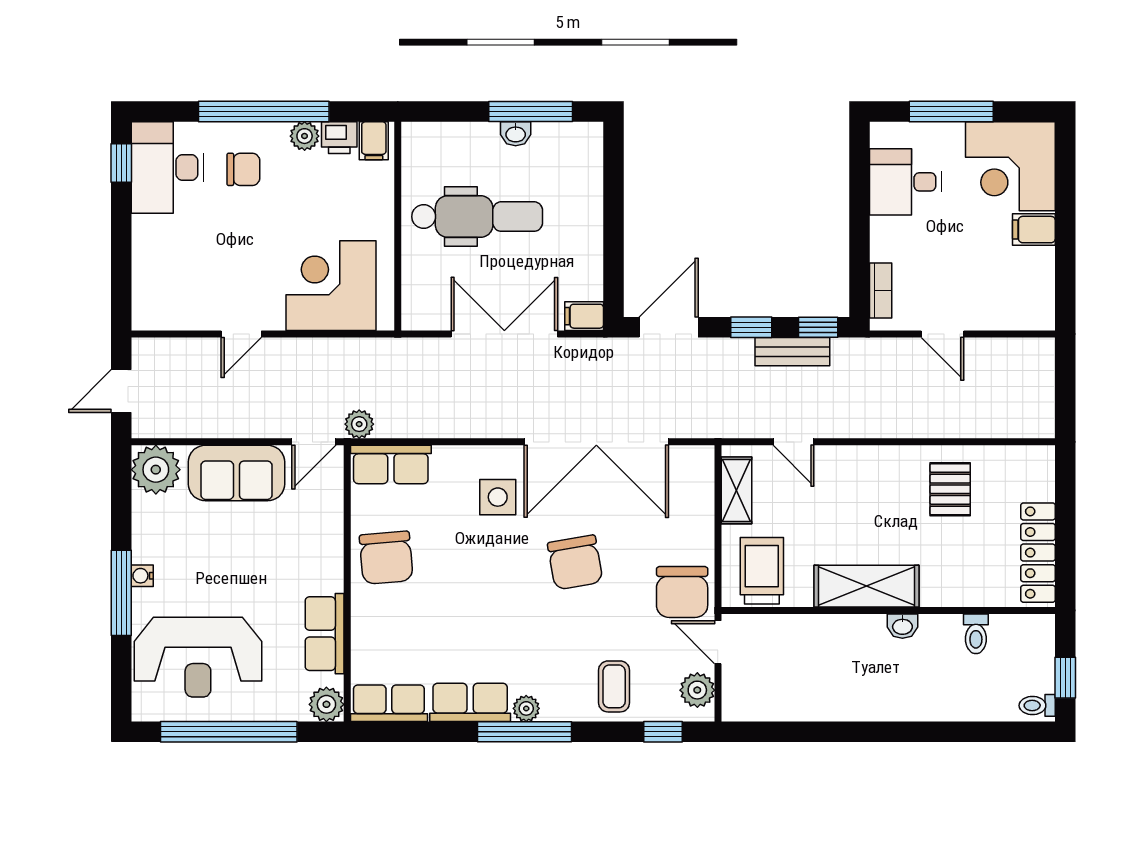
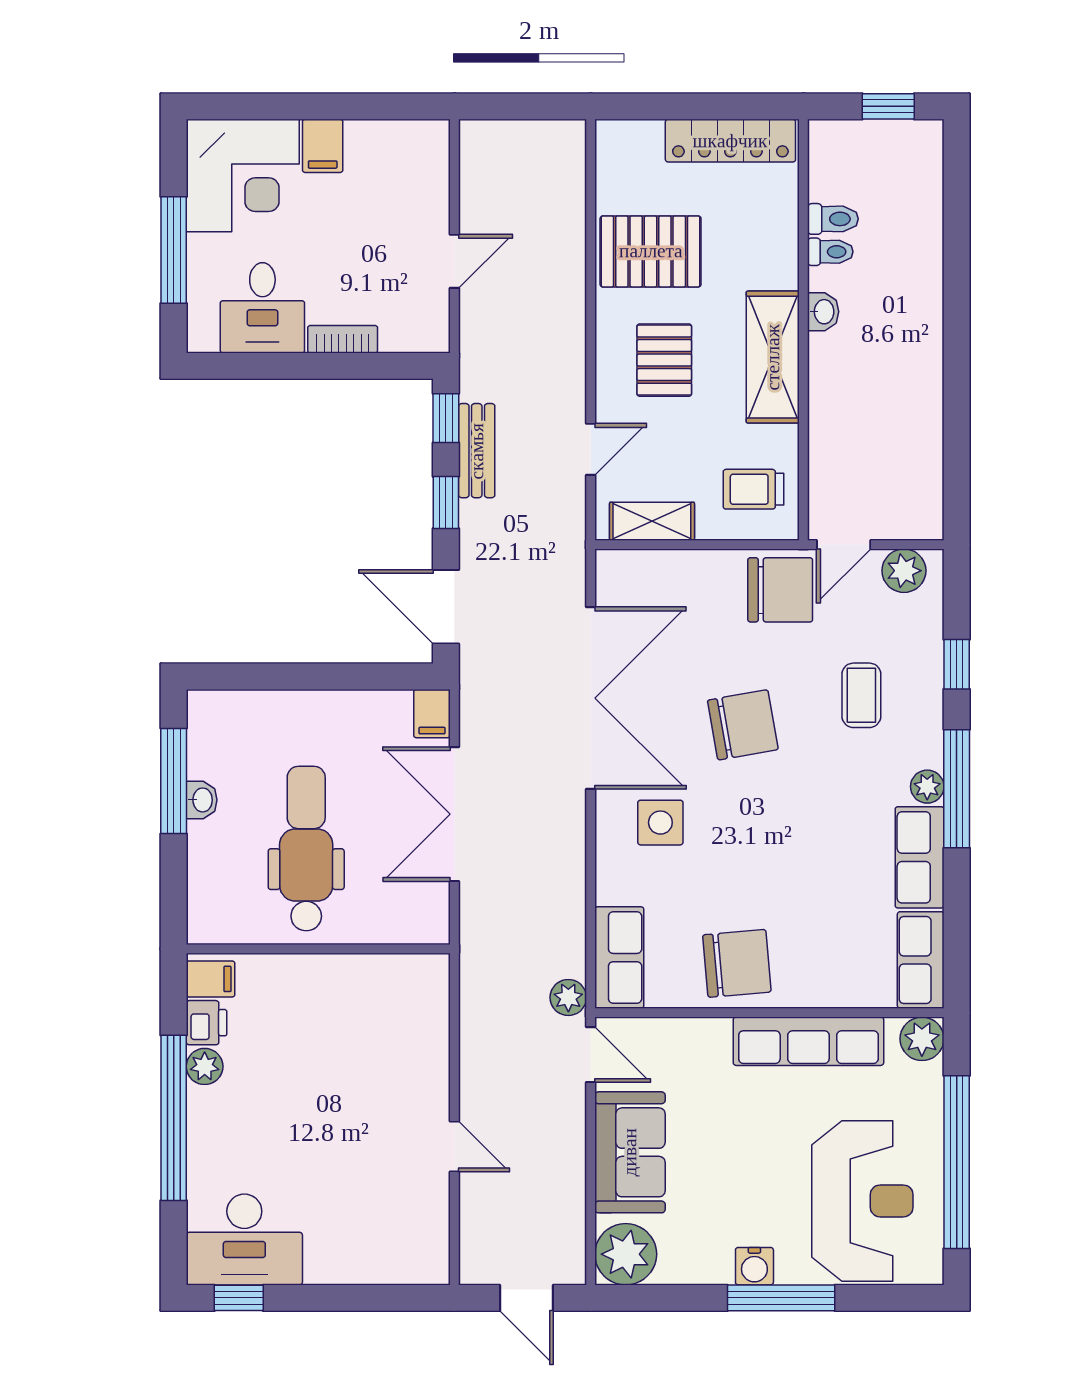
chair: (243, 169) -> (247, 1144), removed
corner desk: (331, 286) -> (394, 1033), removed
bookcase: (881, 291) -> (343, 339), moved
pallet: (950, 489) -> (651, 251), width x1.50, depth x1.42
pallet: (864, 500) -> (664, 360), added
trolley: (762, 571) -> (753, 489), width x0.73, depth x0.72
water cooler: (142, 576) -> (754, 1266), width x1.38, depth x1.38
row of seats: (325, 634) -> (808, 1041), width x1.48
coffee table: (614, 686) -> (861, 695), moved, turned 90
toilet: (1037, 705) -> (830, 252), moved, turned -90
window: (663, 732) -> (957, 664), moved

